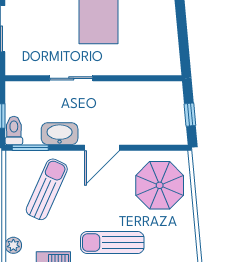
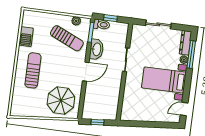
door: (102, 148) -> (86, 72), swing flipped
plant: (13, 245) -> (76, 21), moved

